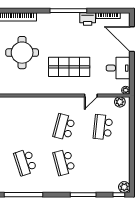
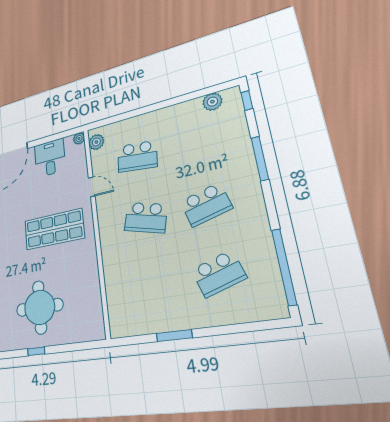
shop shelf: (69, 67) -> (54, 229), turned 90
plant: (124, 187) -> (212, 102), moved

